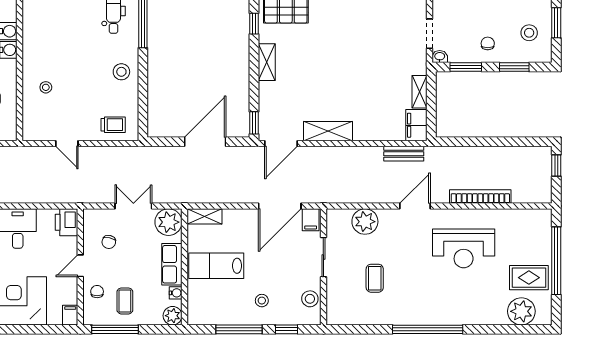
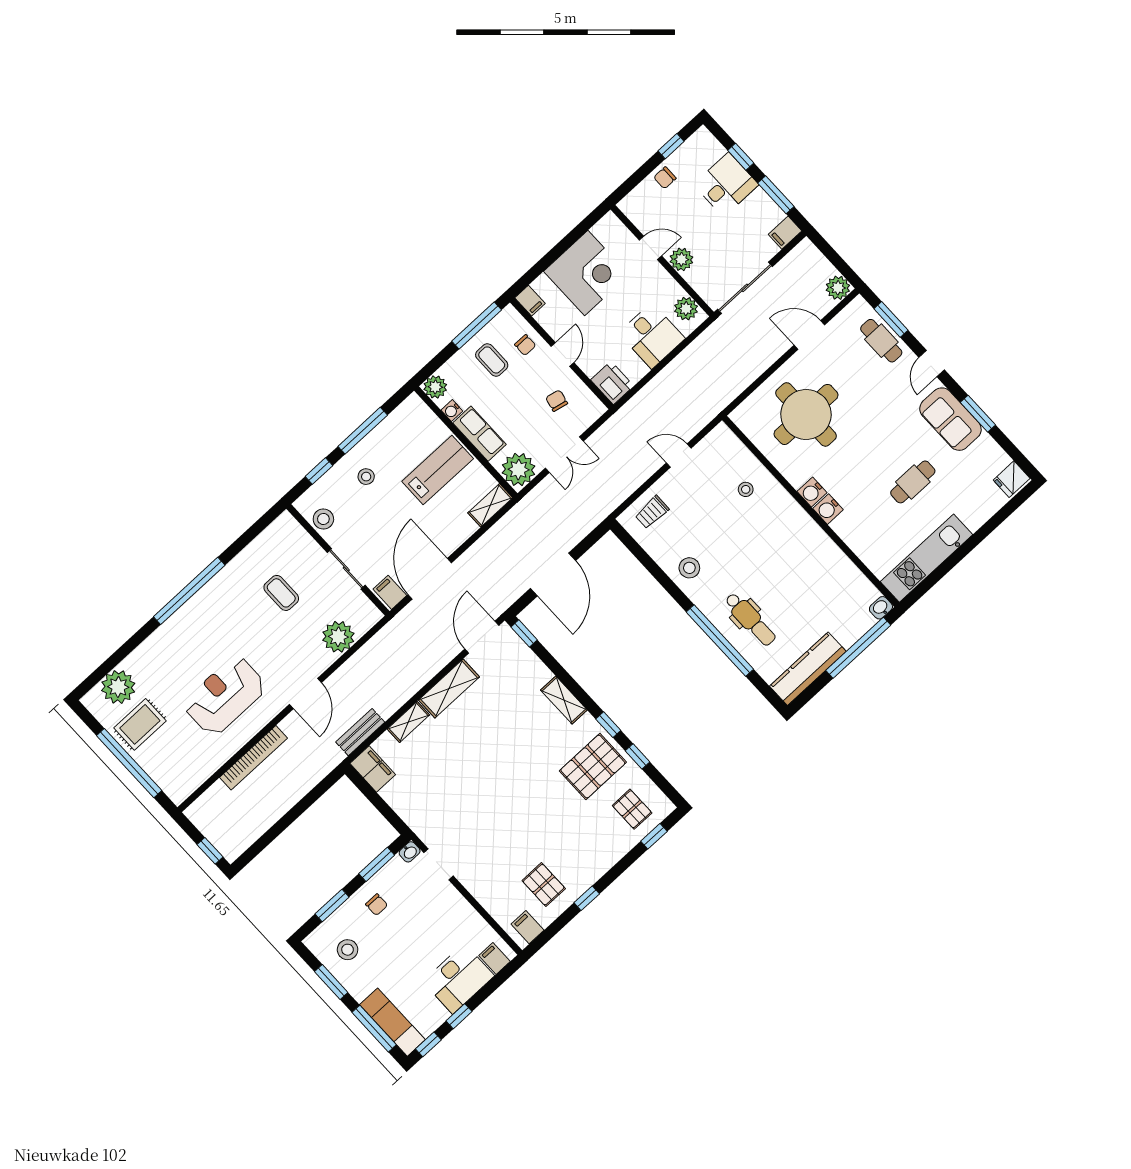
shelving: (420, 92) -> (408, 722), moved, turned 90

